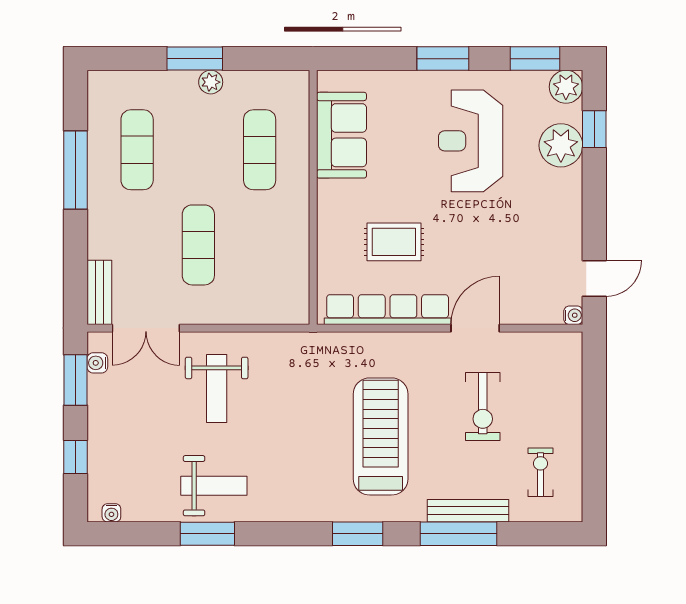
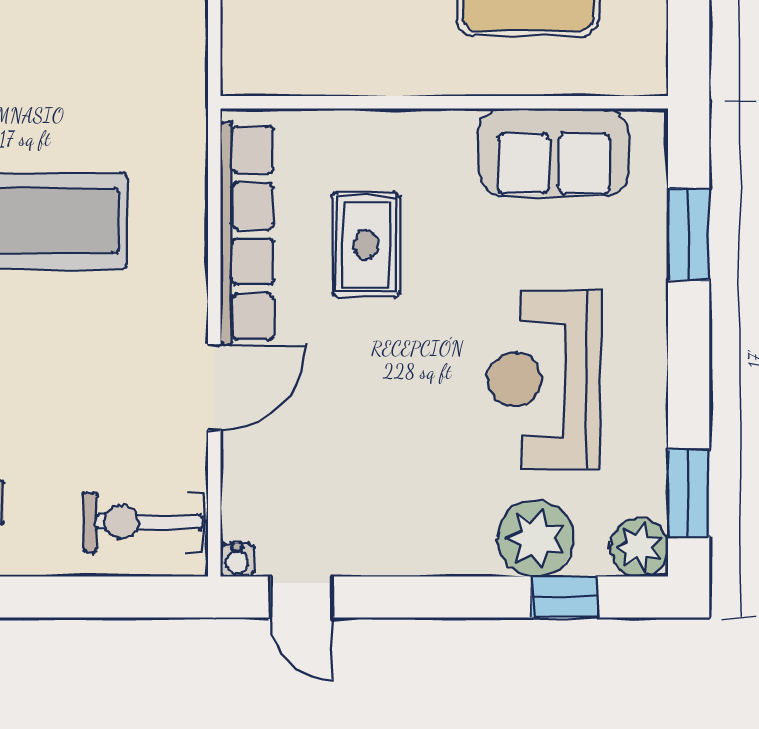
window: (443, 59) -> (689, 234), moved
reception desk: (471, 141) -> (544, 380), turned -90
door: (475, 328) -> (214, 388), hinge flipped
exercise bike: (483, 406) -> (143, 522), moved

